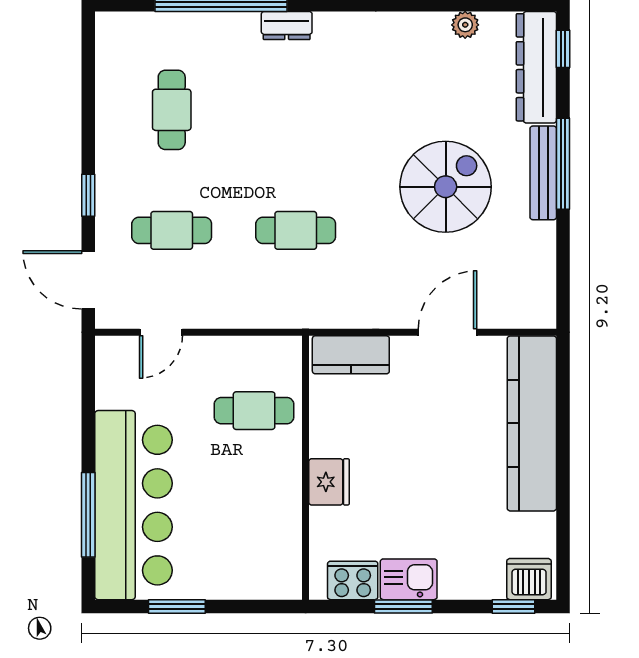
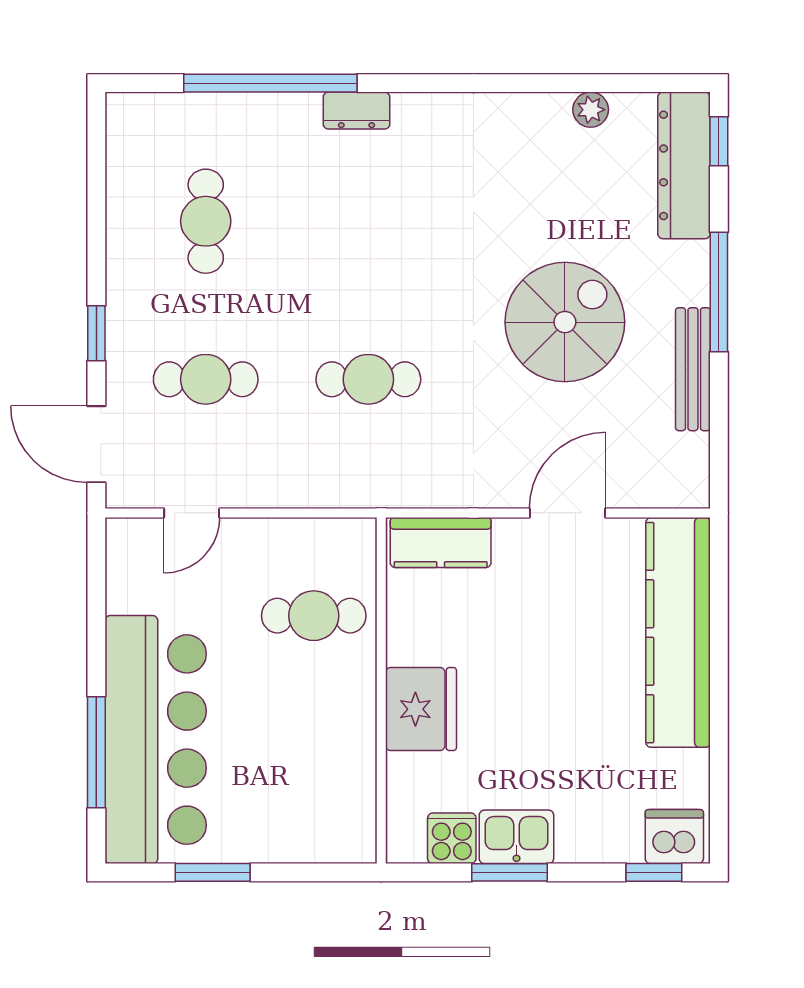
bench: (543, 173) -> (693, 369), moved
fridge: (329, 482) -> (421, 709), width x1.36, depth x1.34
cooker: (353, 580) -> (452, 838), width x0.73

